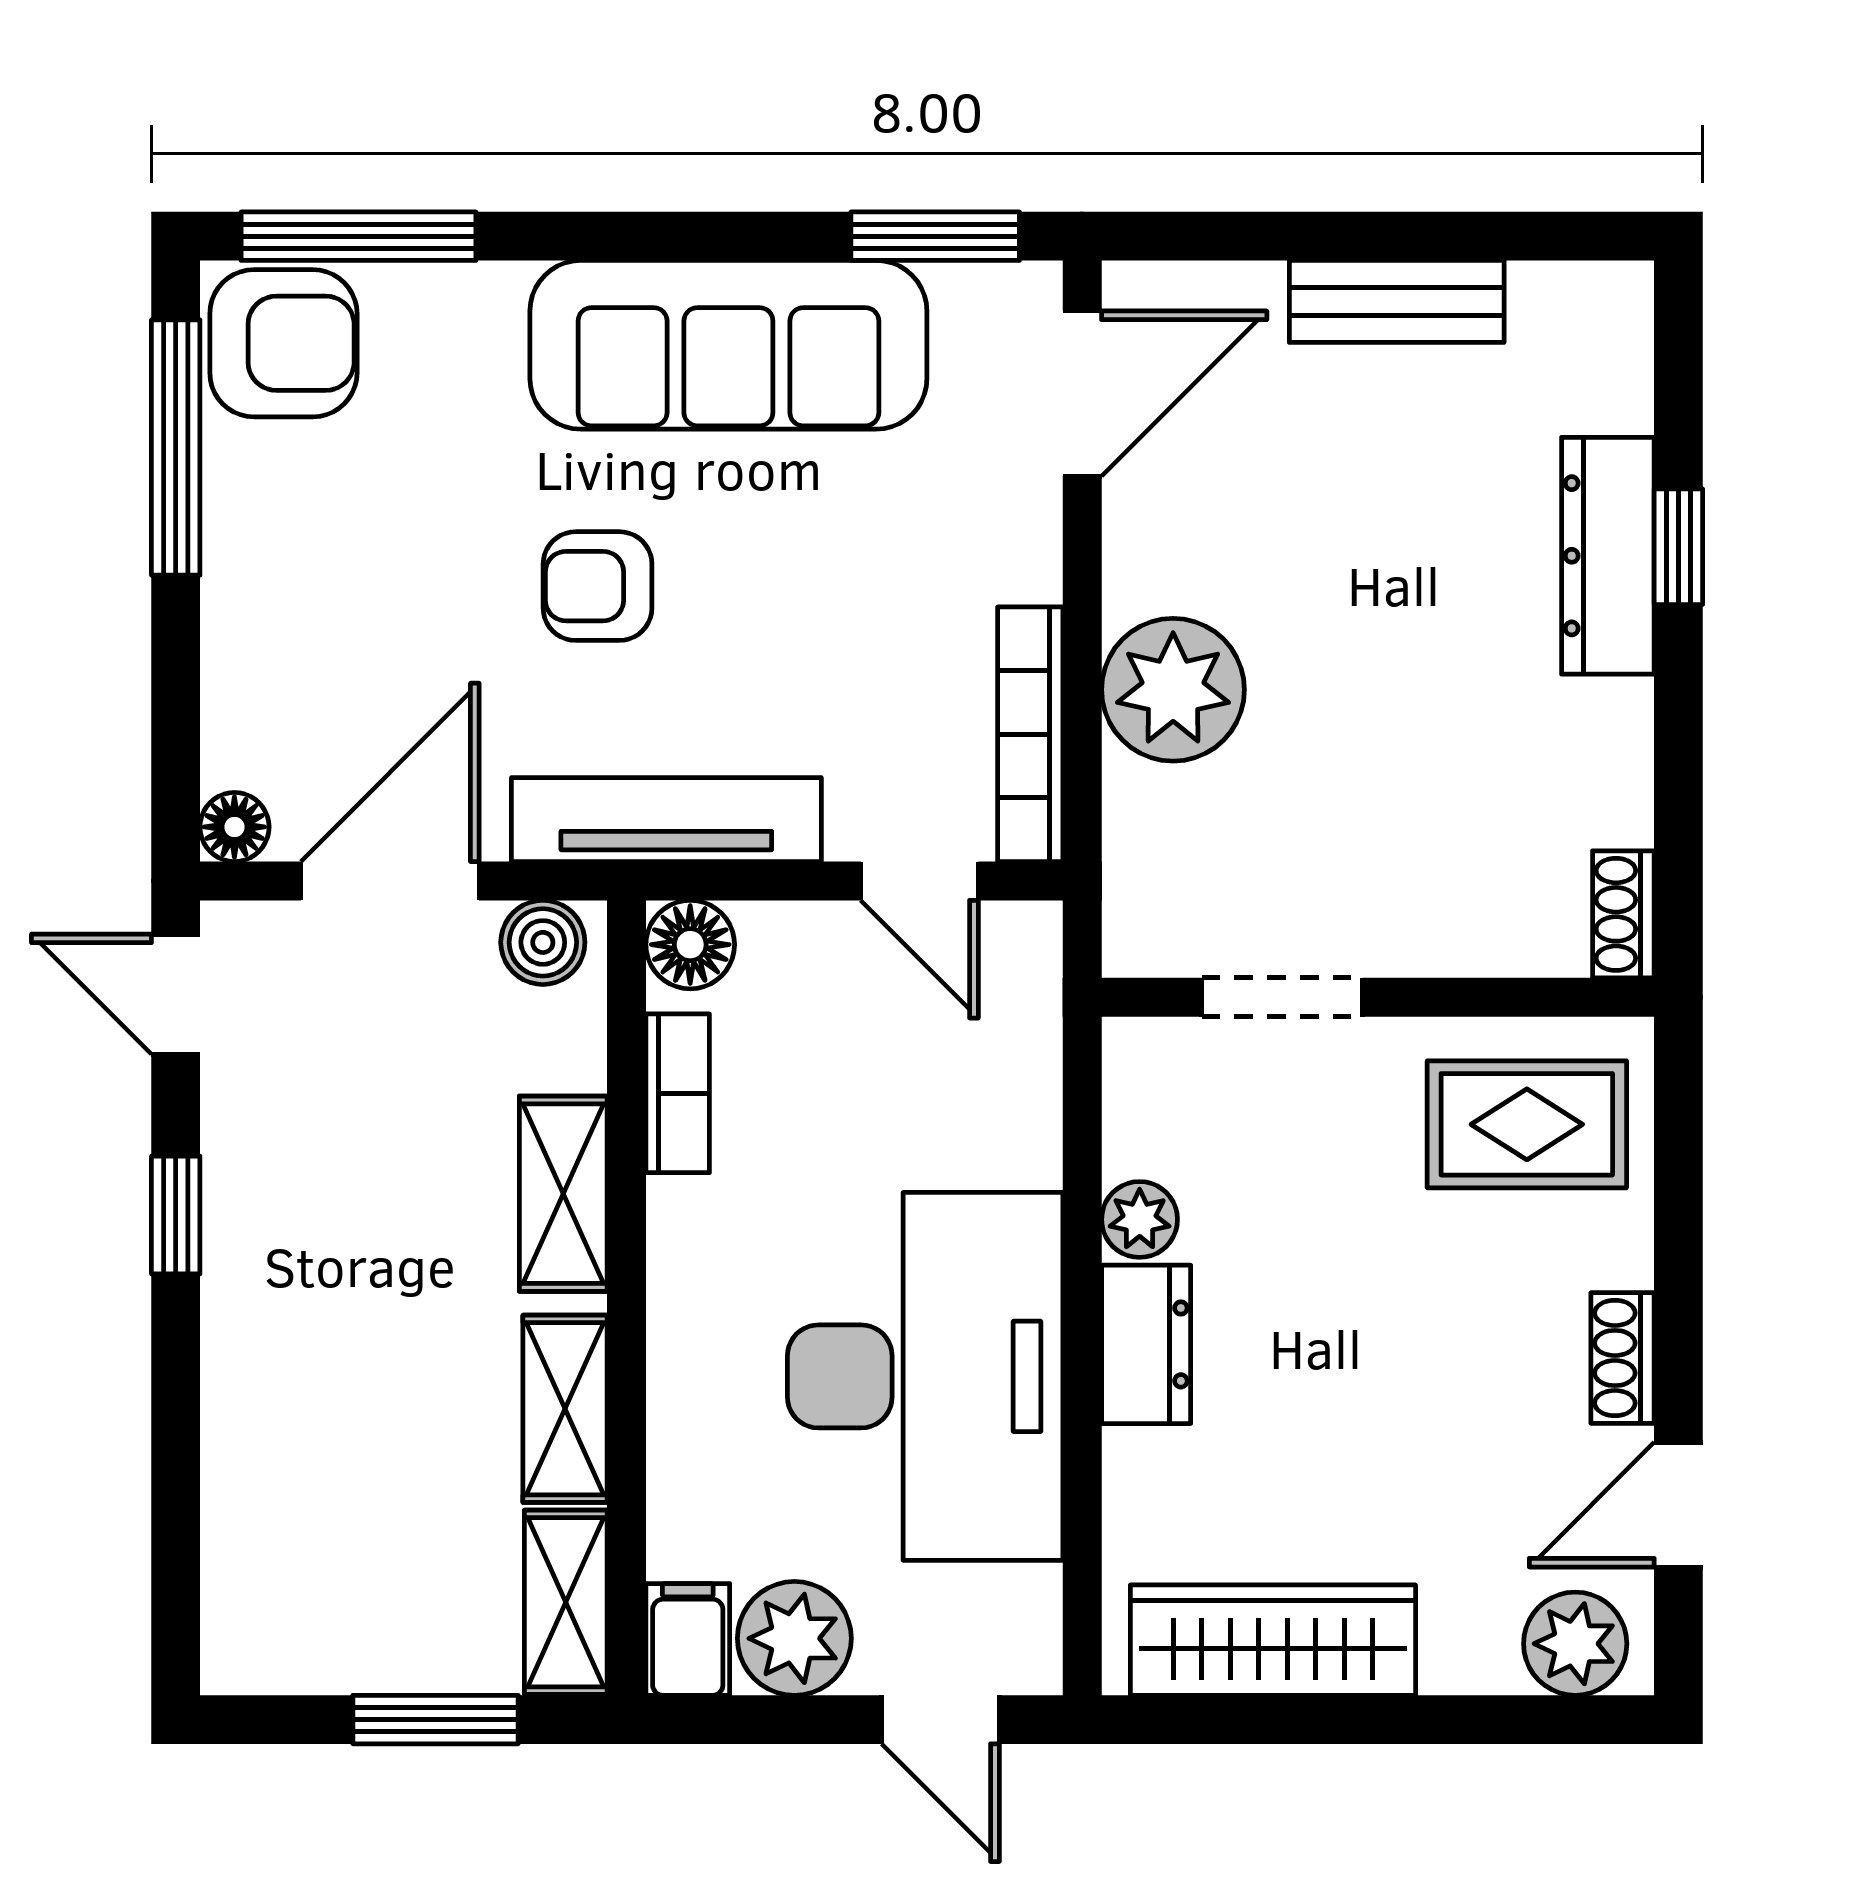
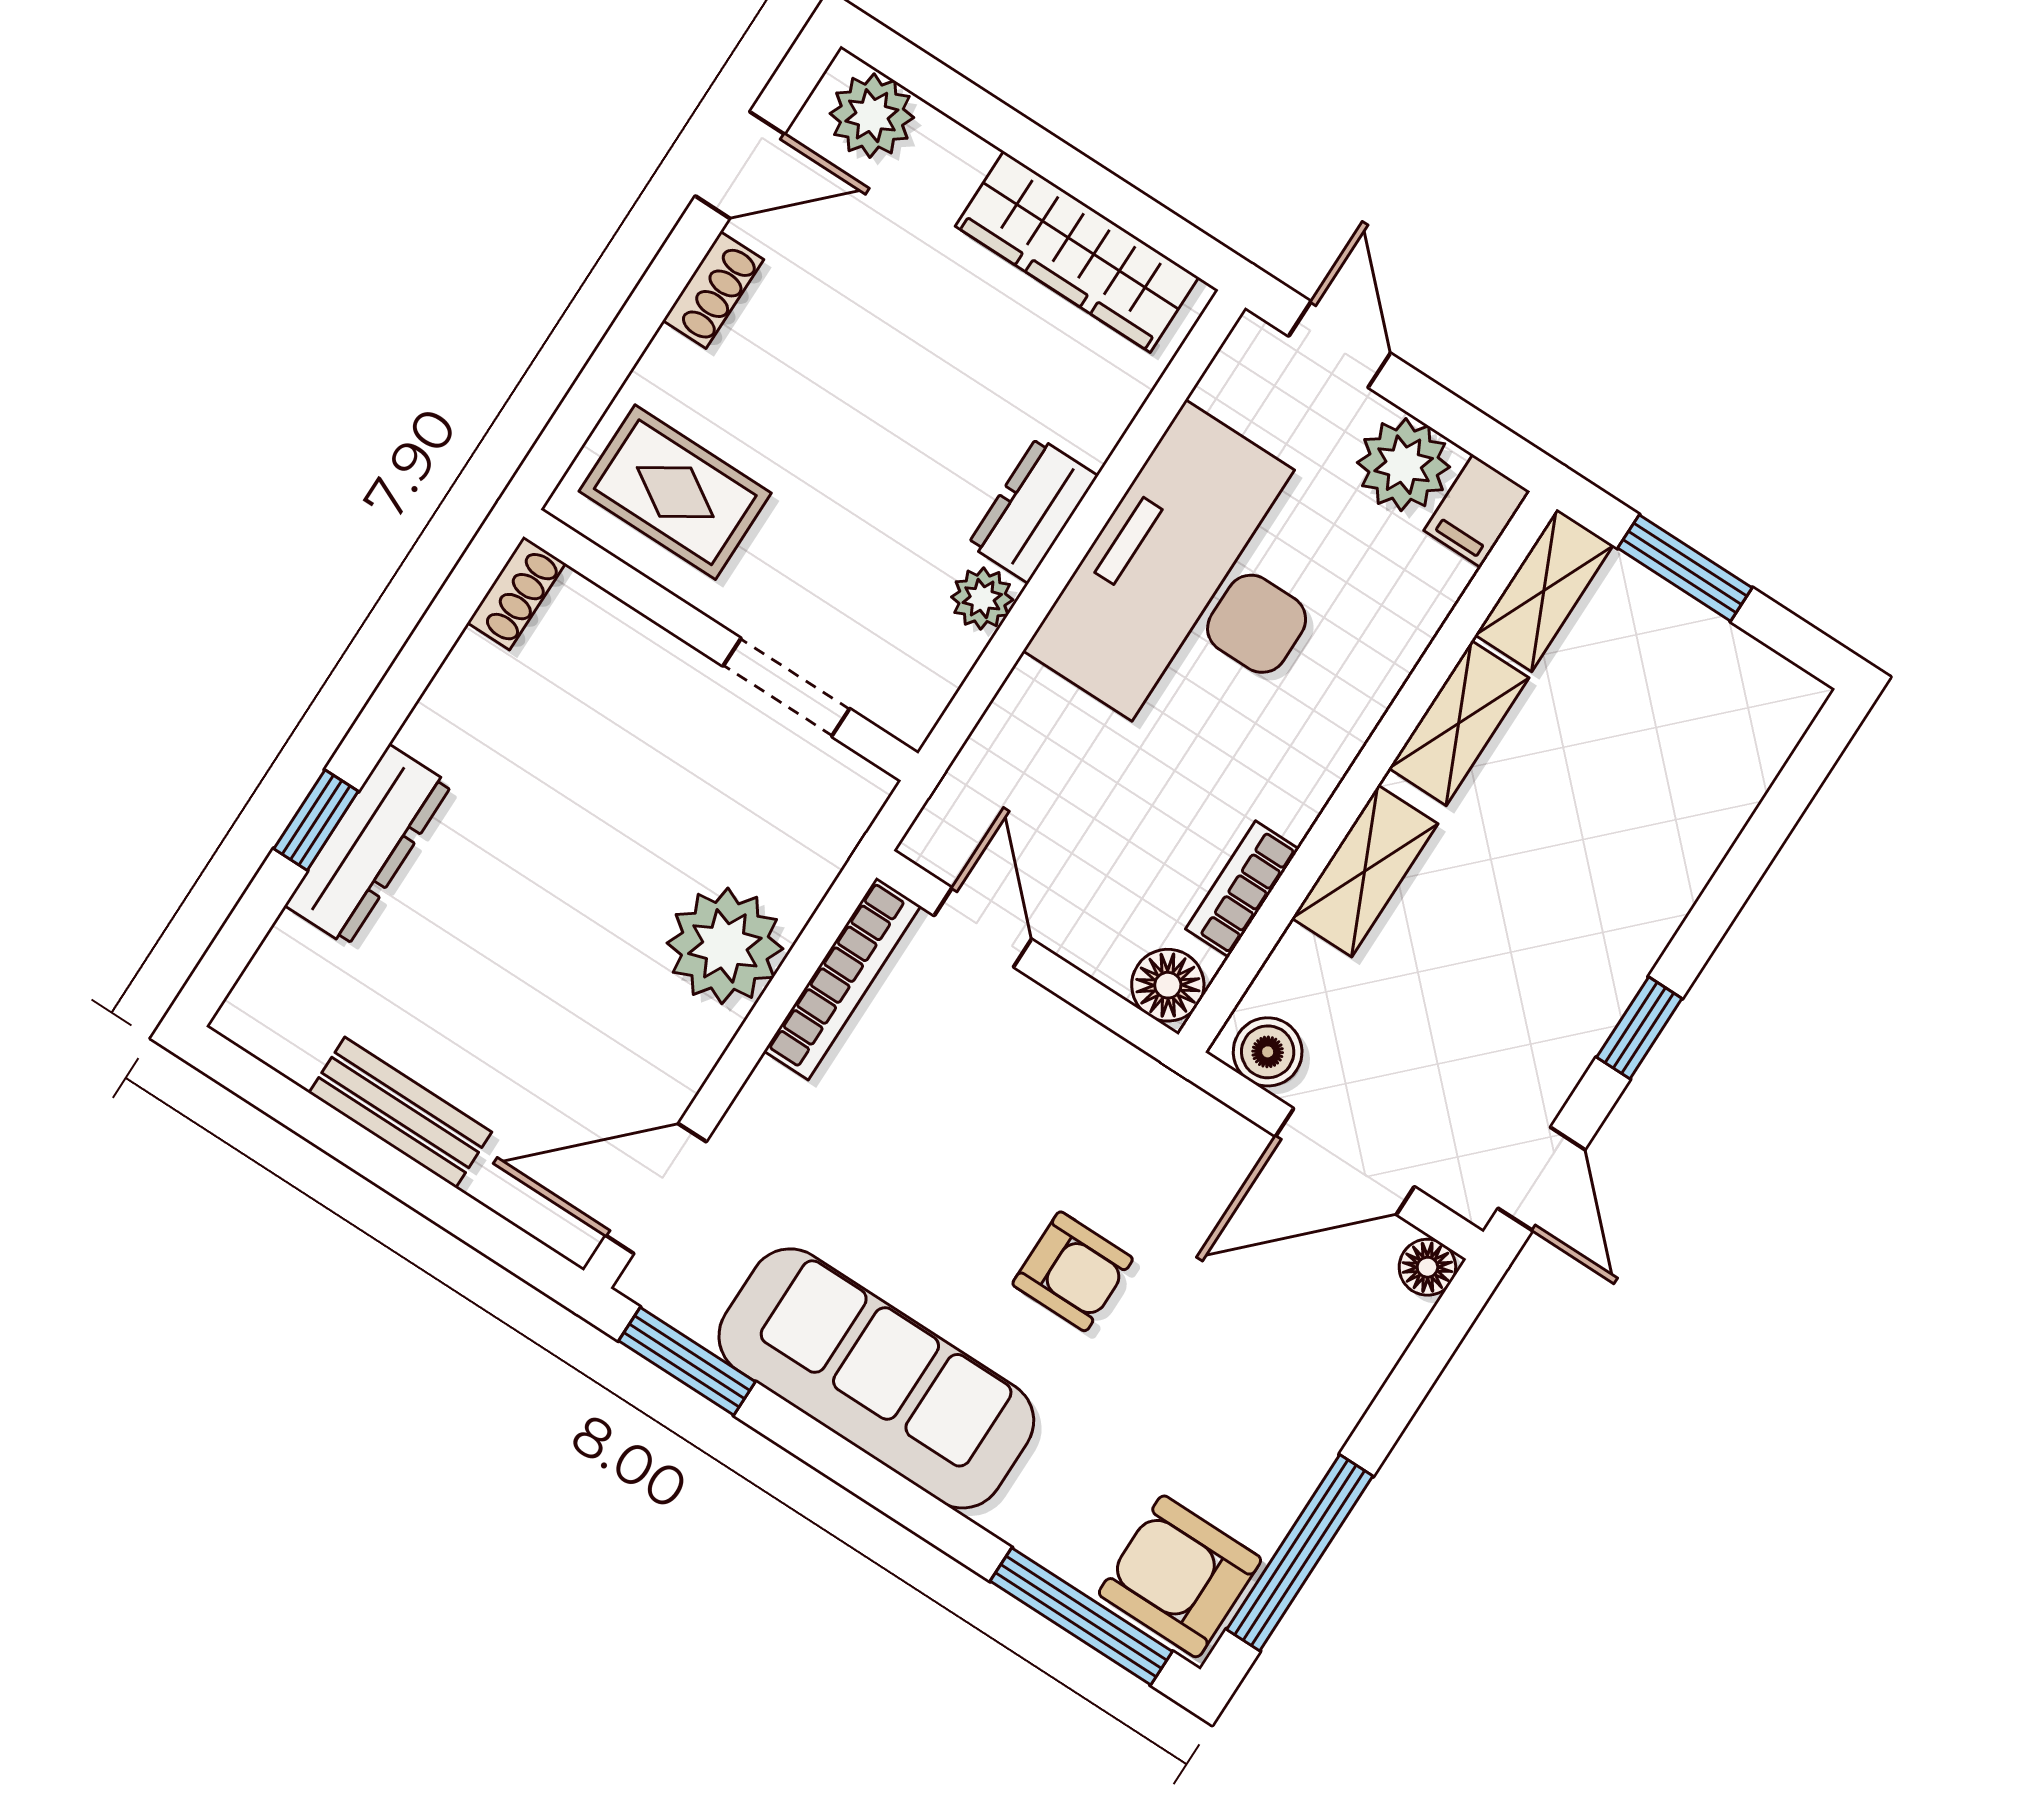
tv unit: (666, 820) -> (1129, 1081), removed

